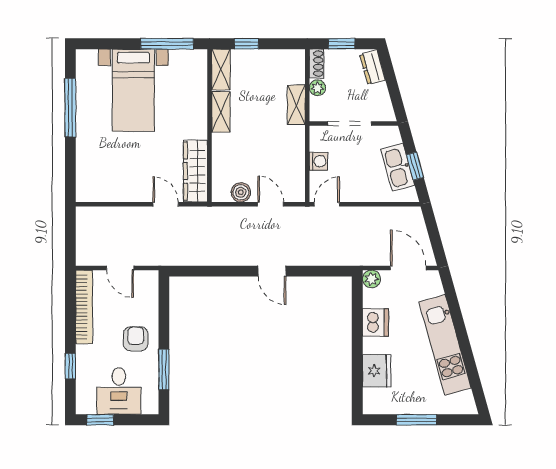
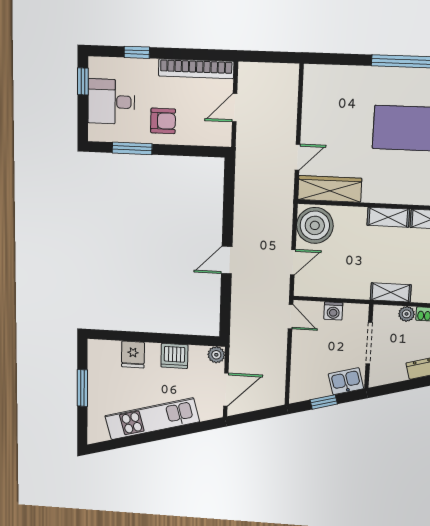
kitchen sink: (398, 167) -> (346, 381), moved, width x0.73
boiler: (241, 192) -> (315, 225), width x1.86, depth x1.86
fridge: (377, 371) -> (133, 355), width x0.72

